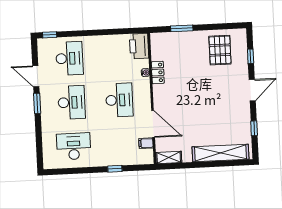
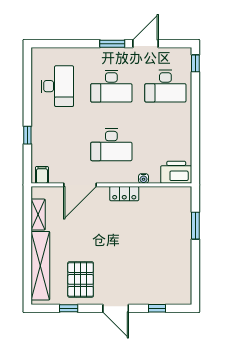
pallet: (220, 50) -> (81, 279), moved, turned 90
locker: (158, 73) -> (124, 194), moved
filing cabinet: (146, 143) -> (42, 175), moved
shelving: (169, 157) -> (38, 215), moved

